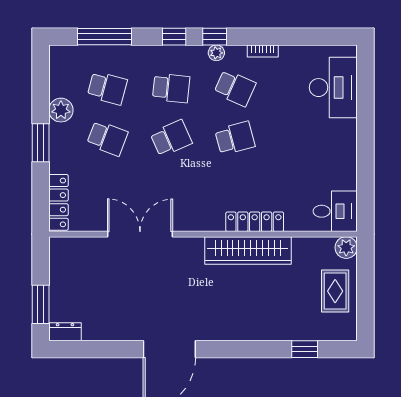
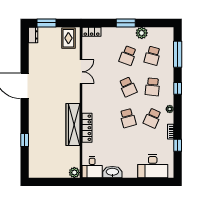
window: (215, 37) -> (178, 145), moved
washbasin: (345, 170) -> (112, 172), added
locker: (59, 202) -> (92, 32), width x0.66
double door: (140, 234) -> (81, 72), width x0.73
rug: (335, 291) -> (68, 38), moved, turned 90
window: (305, 349) -> (25, 140), moved

